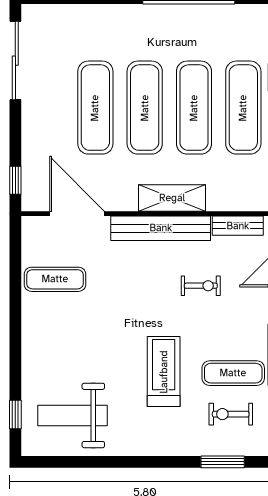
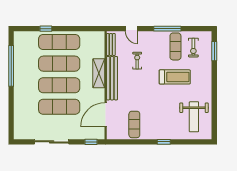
sliding door: (15, 61) -> (52, 142), moved
treadmill: (164, 372) -> (175, 77), turned 180
window: (15, 414) -> (164, 142), moved

